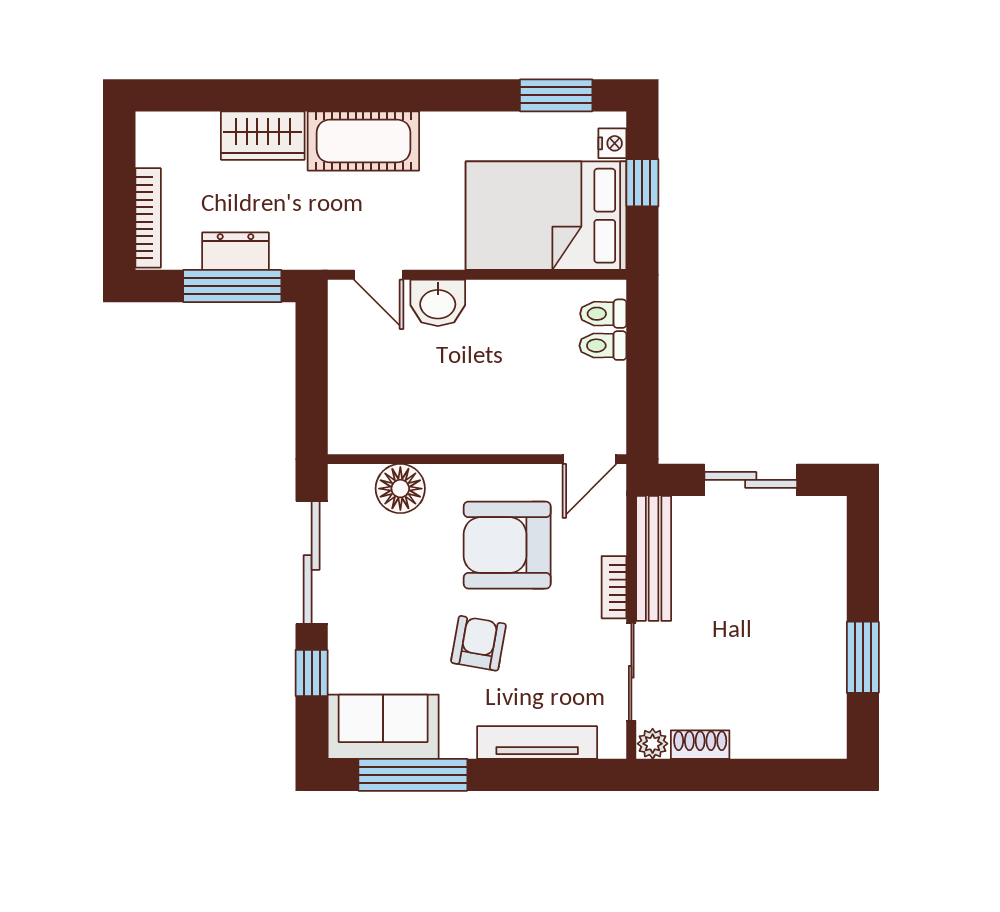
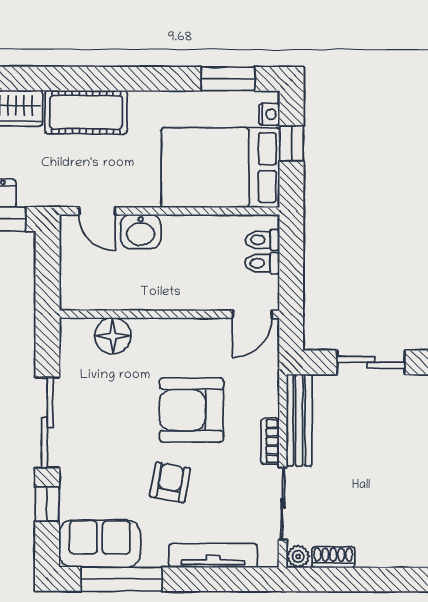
wall: (477, 459) -> (169, 314), moved
door: (589, 459) -> (252, 314), moved
floor lamp: (400, 489) -> (113, 336), moved

